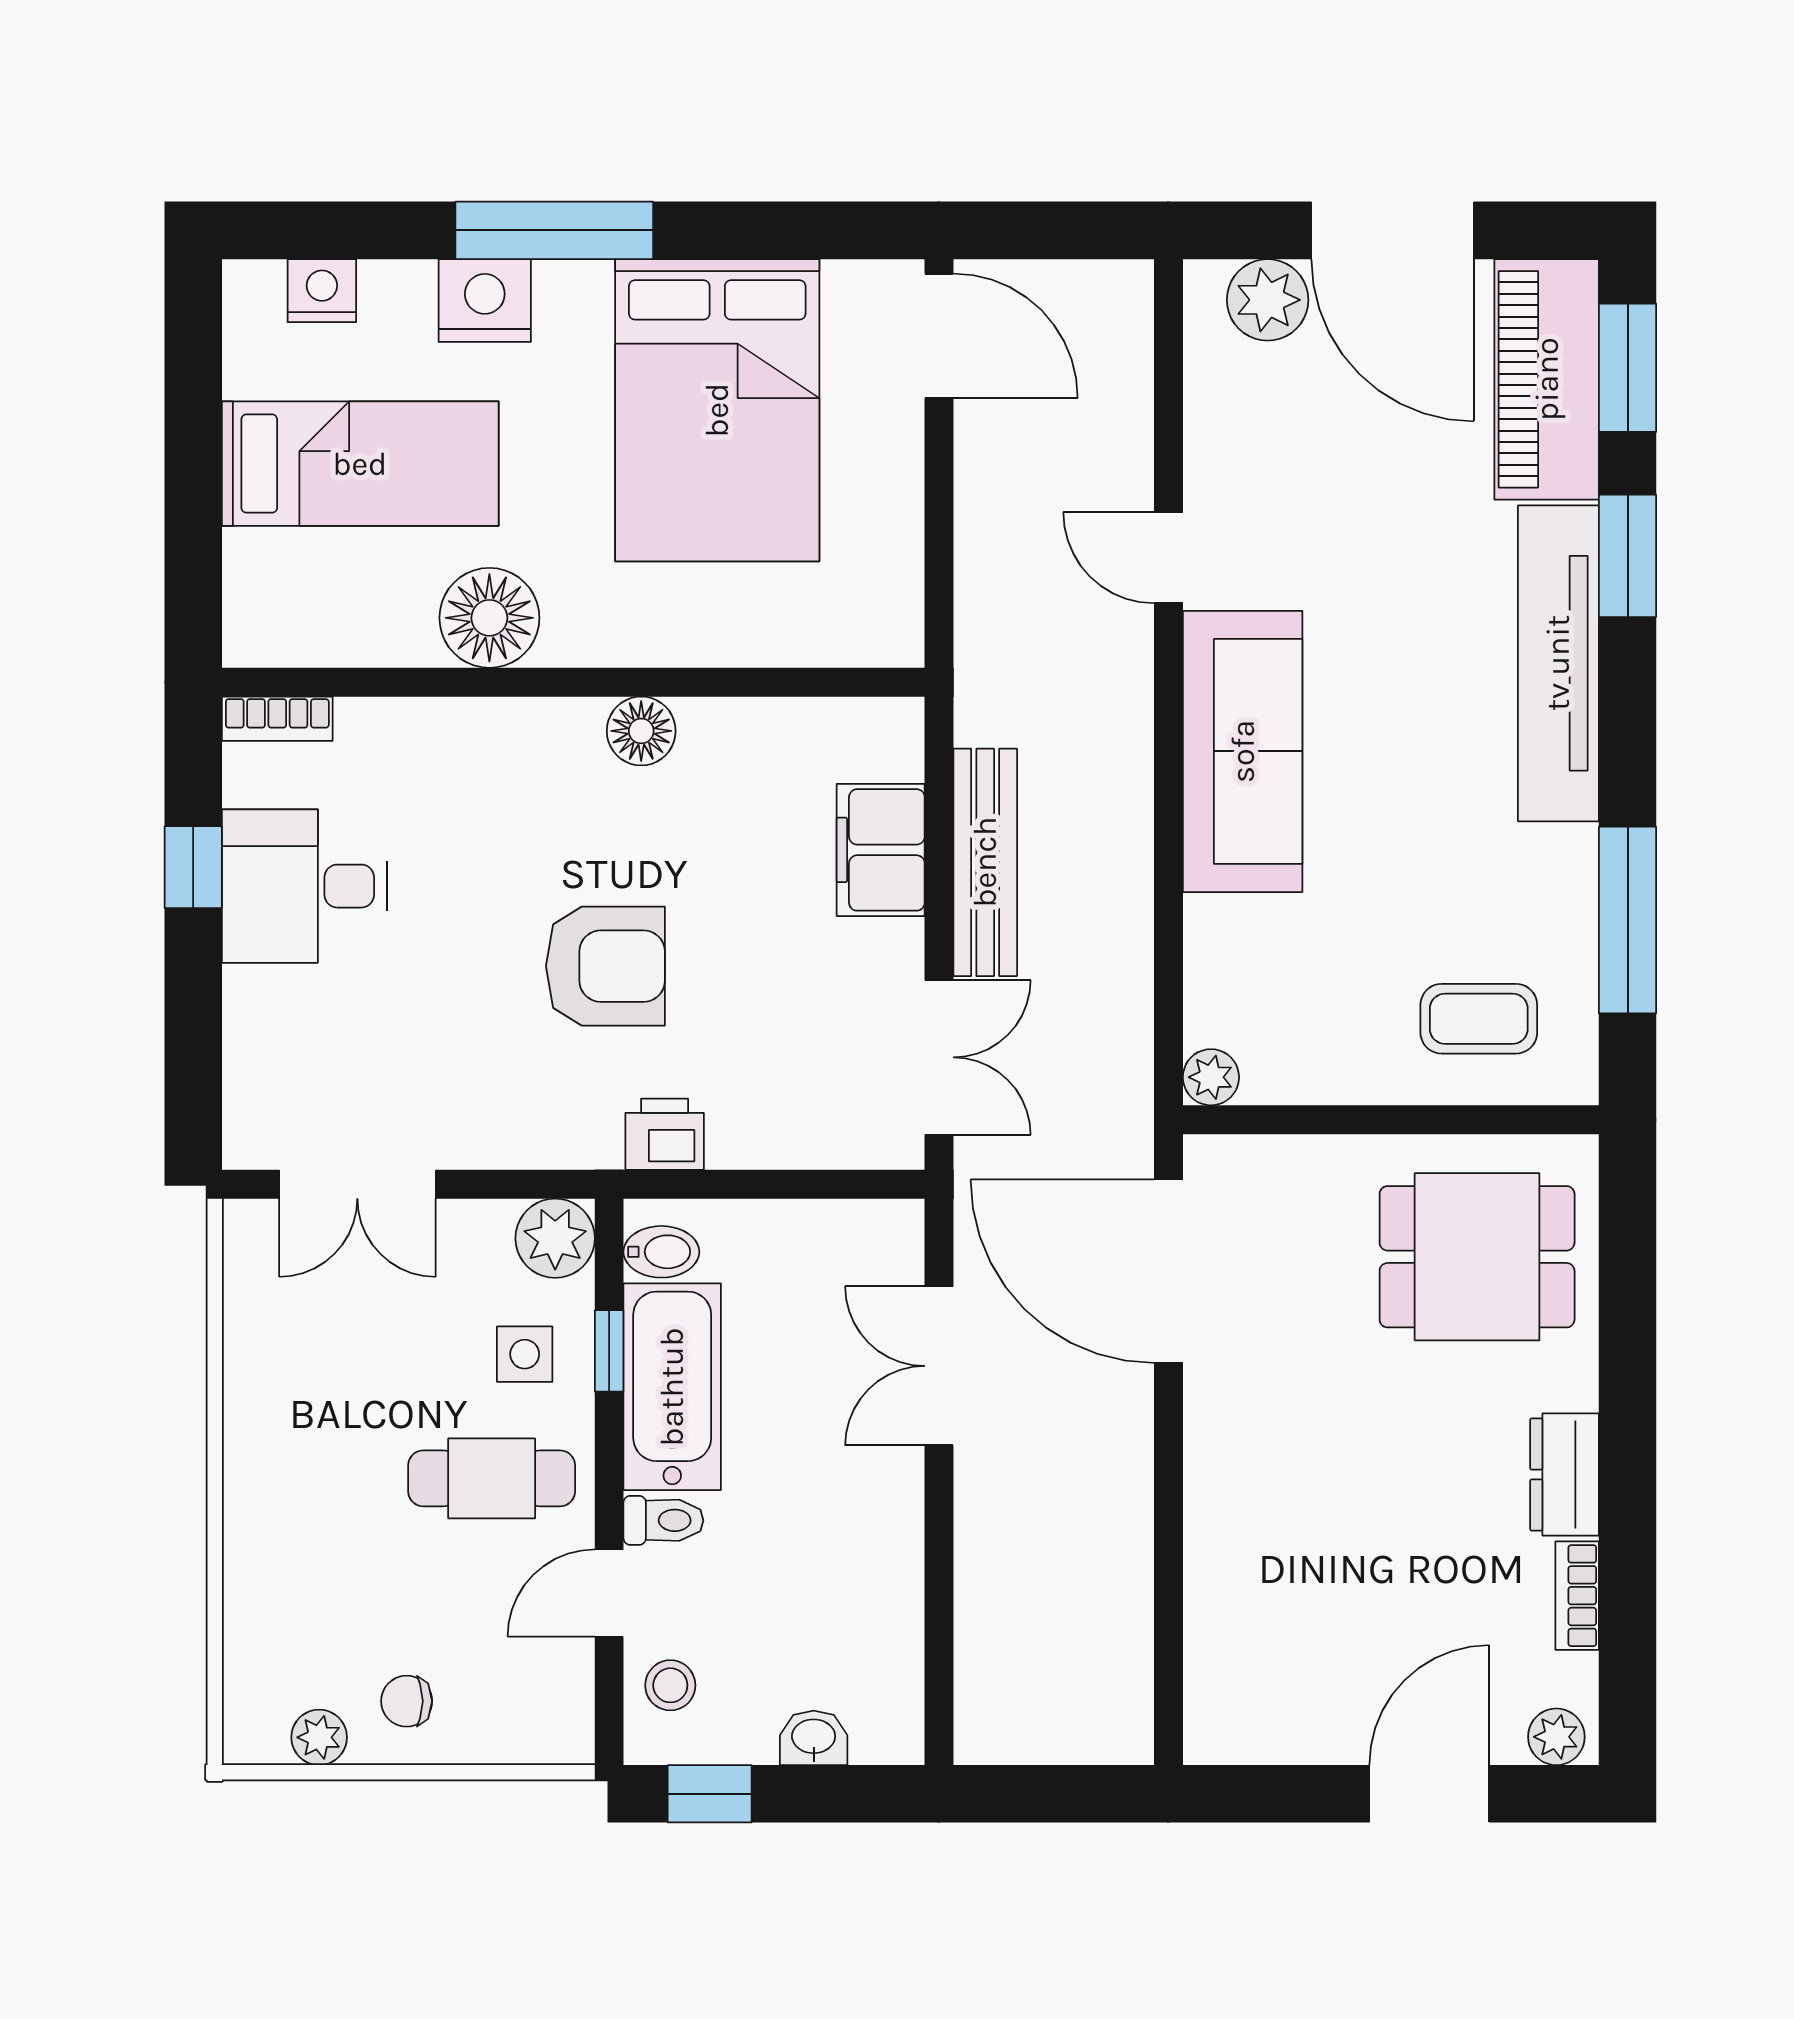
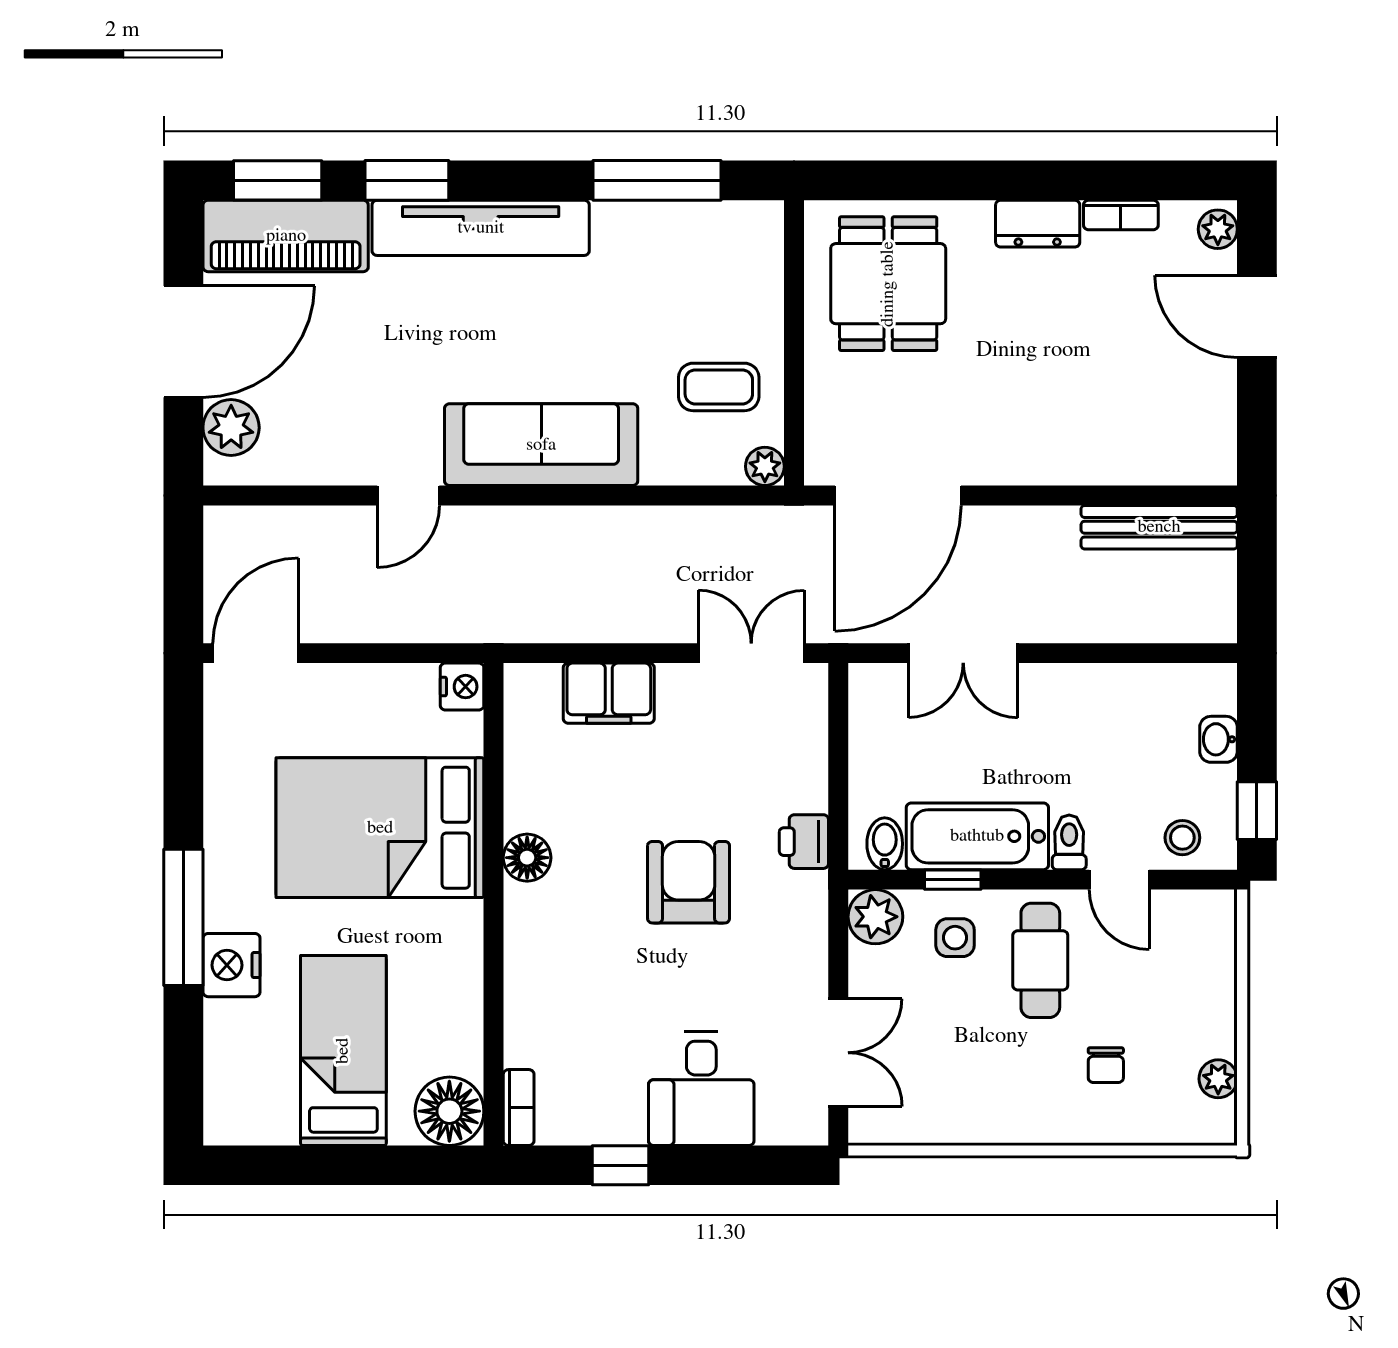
nightstand: (322, 291) -> (462, 687), moved, turned 180
bed: (717, 410) -> (380, 828), moved, turned 180
floor lamp: (489, 618) -> (449, 1111), moved
bench: (985, 862) -> (1159, 527), moved
desk: (305, 886) -> (701, 1089), moved
coffee table: (1479, 1019) -> (719, 387), moved, turned 90
chair: (407, 1701) -> (1106, 1065), moved

